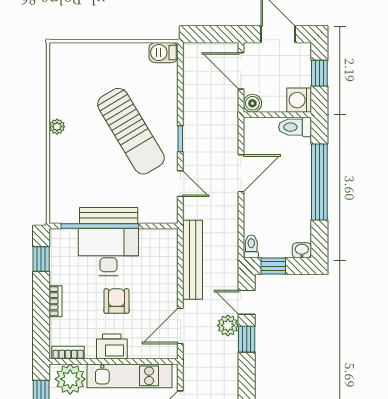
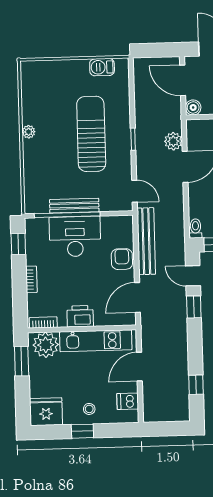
barbecue: (163, 53) -> (102, 67), moved
sun lounger: (131, 131) -> (91, 134), turned -149
door: (180, 184) -> (134, 191), moved
armchair: (116, 301) -> (122, 259), moved
plant: (228, 325) -> (173, 141), moved

